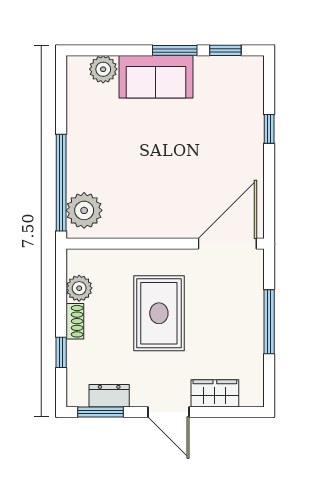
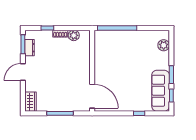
sofa: (156, 77) -> (161, 91), moved, width x1.36
plant: (84, 210) -> (106, 37), removed
rug: (159, 313) -> (63, 68), removed
wardrobe: (215, 393) -> (31, 102), moved

